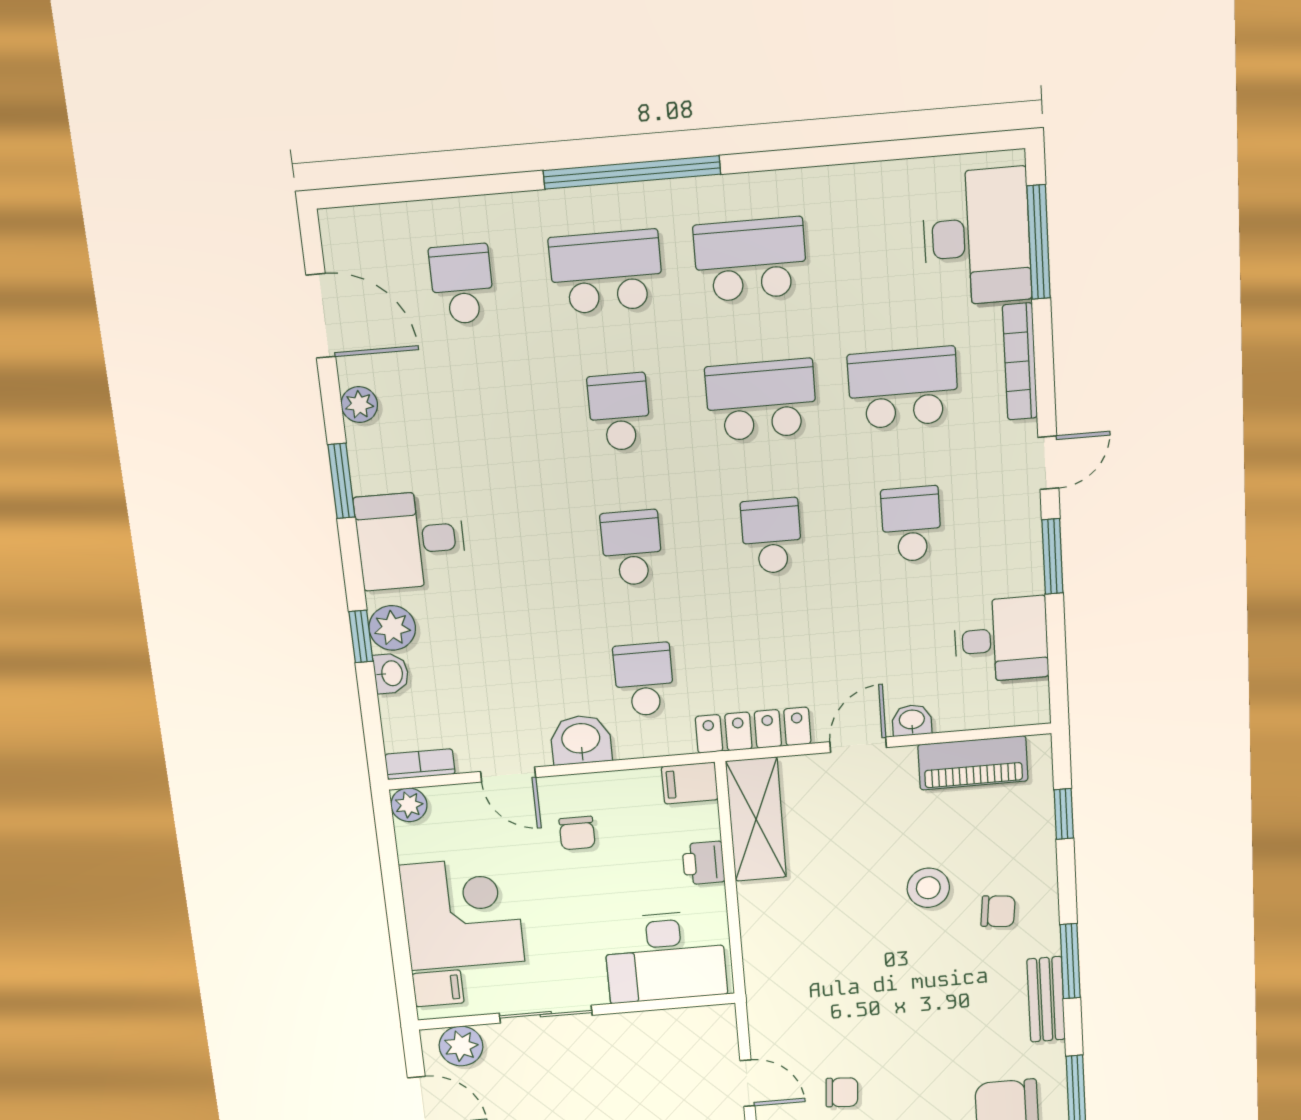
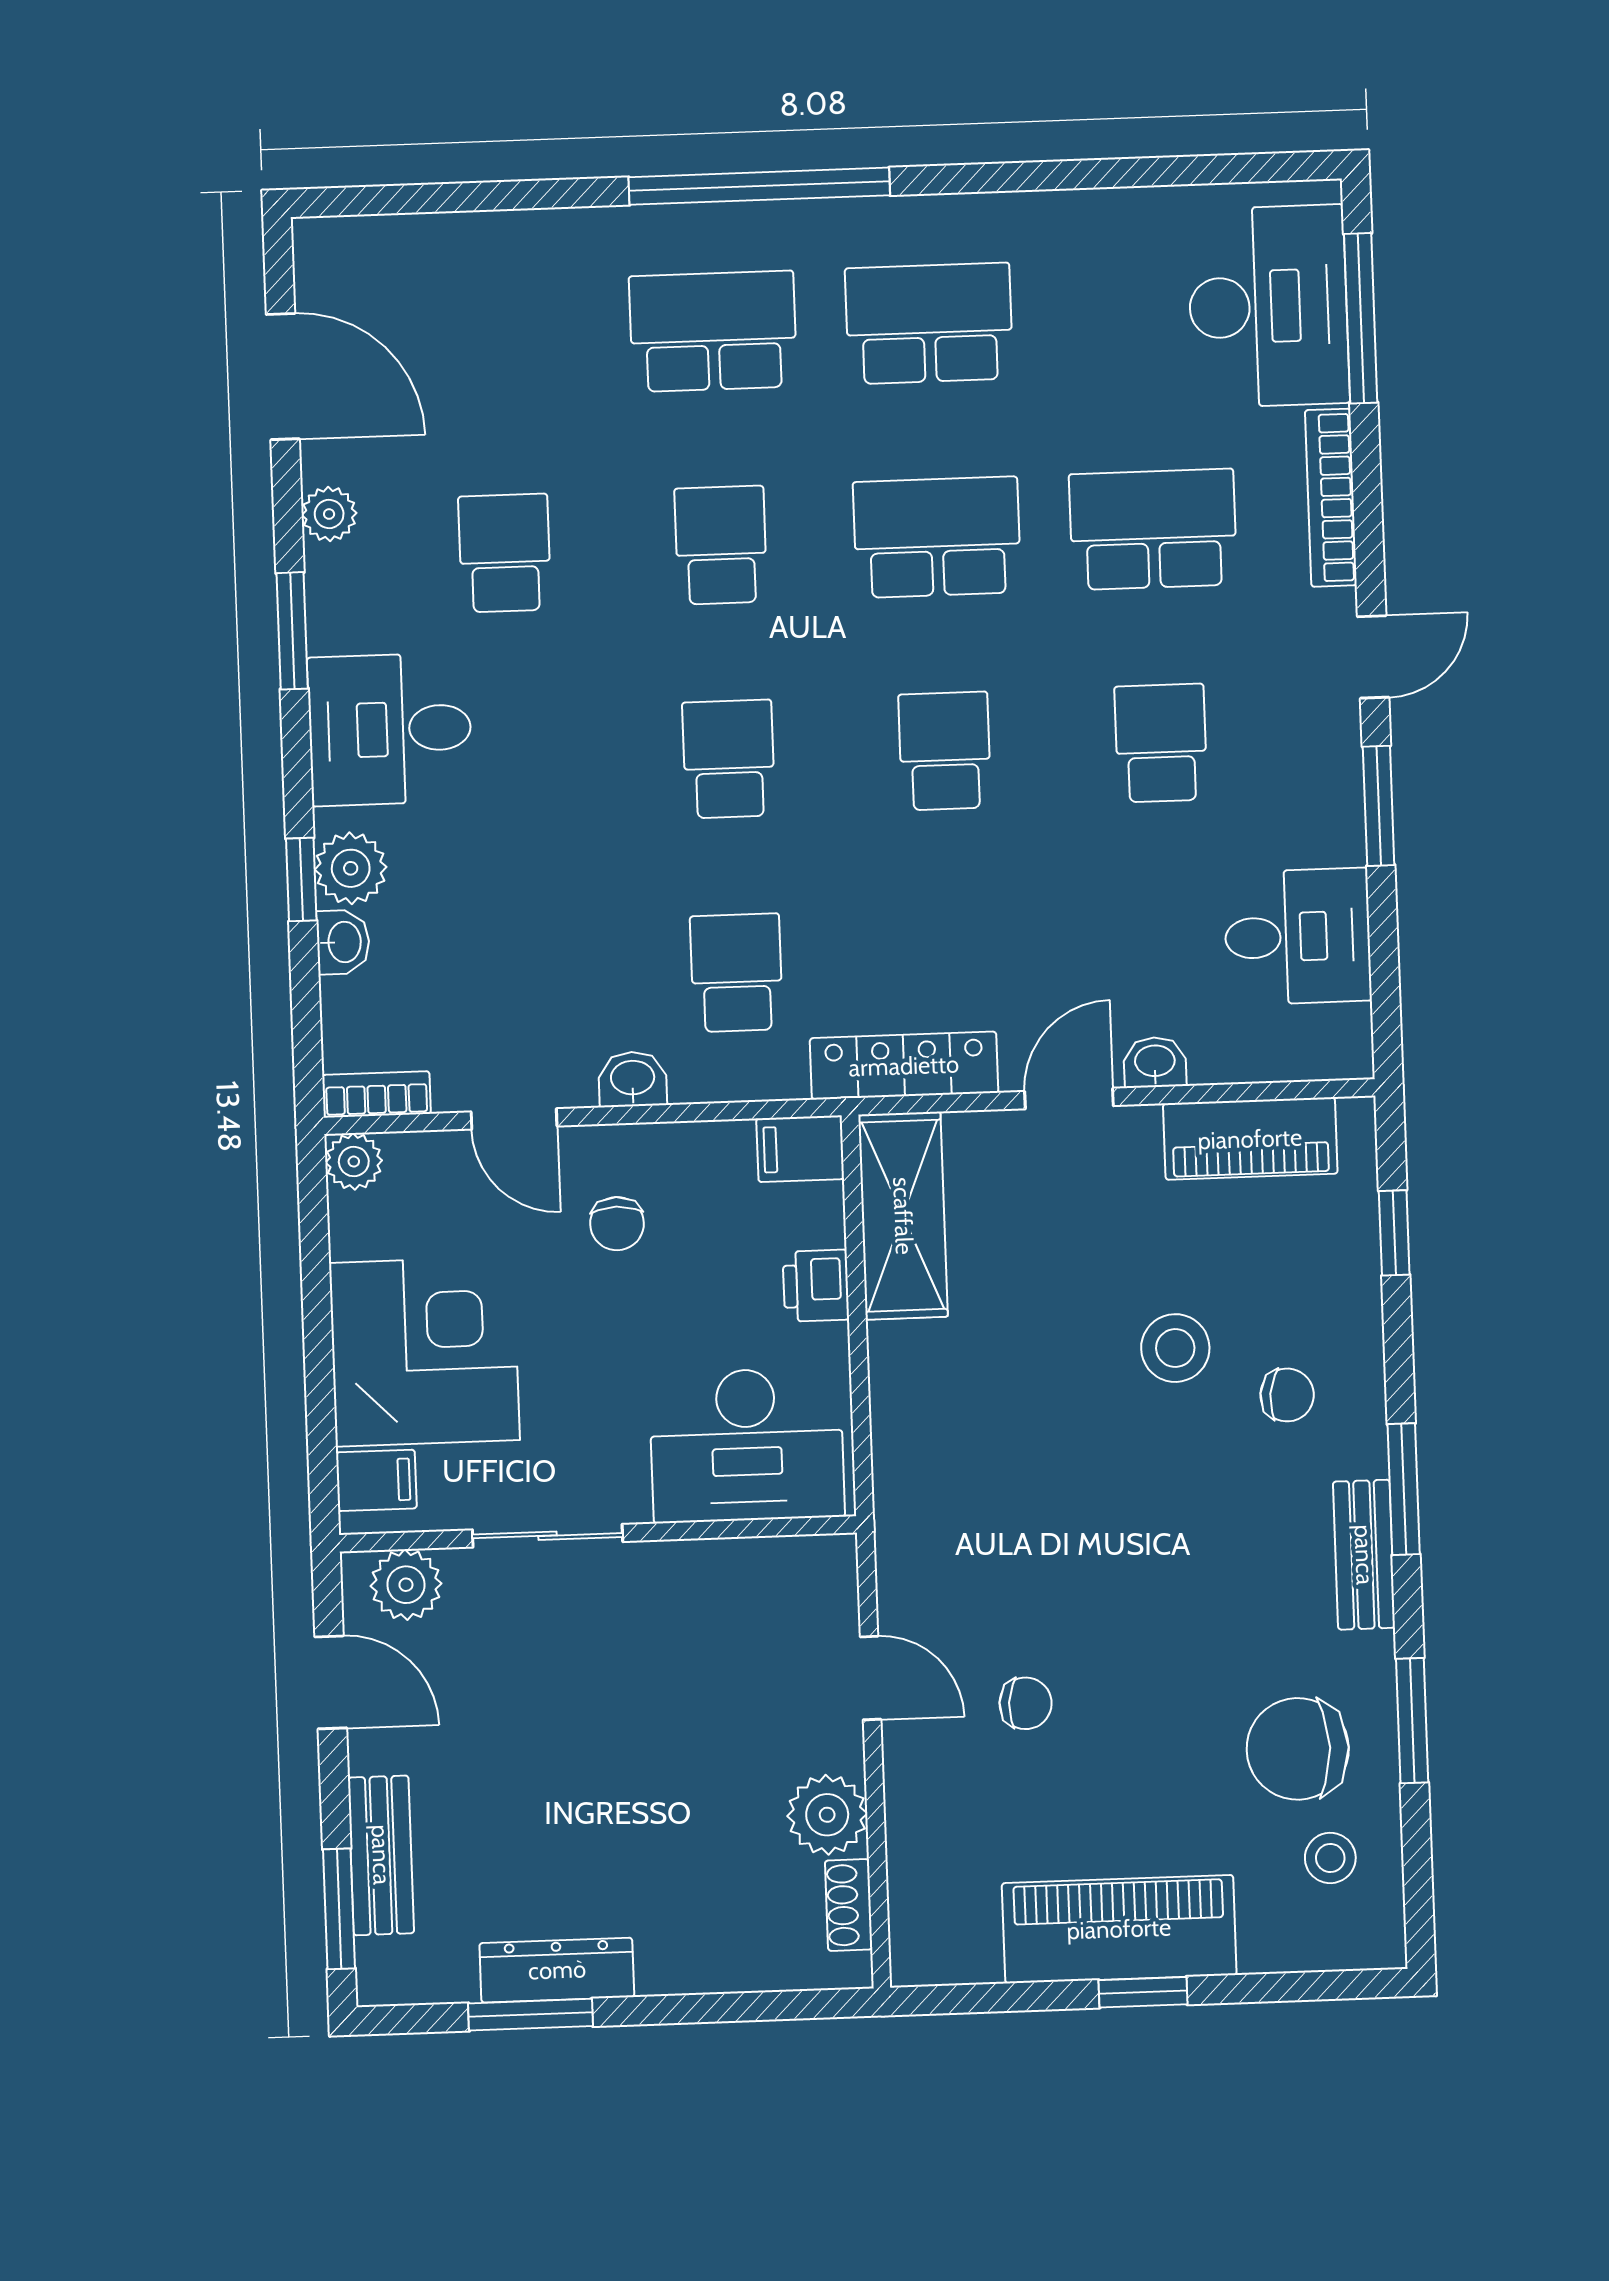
school desk: (462, 284) -> (505, 553), moved
washbasin: (581, 740) -> (633, 1079), width x0.72, depth x0.69

